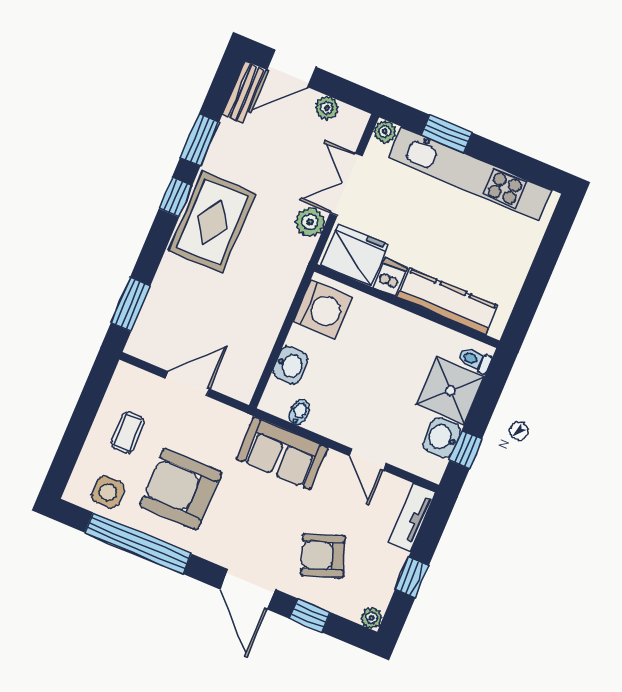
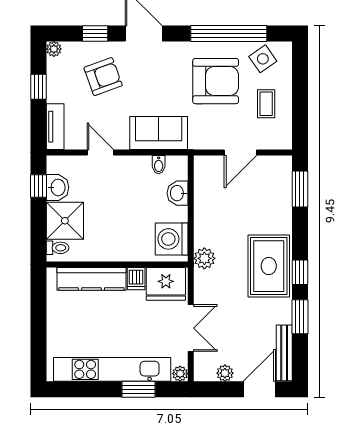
bench: (243, 92) -> (284, 353), width x1.36
plant: (310, 222) -> (204, 258), moved
side table: (108, 492) -> (263, 59), turned -35

